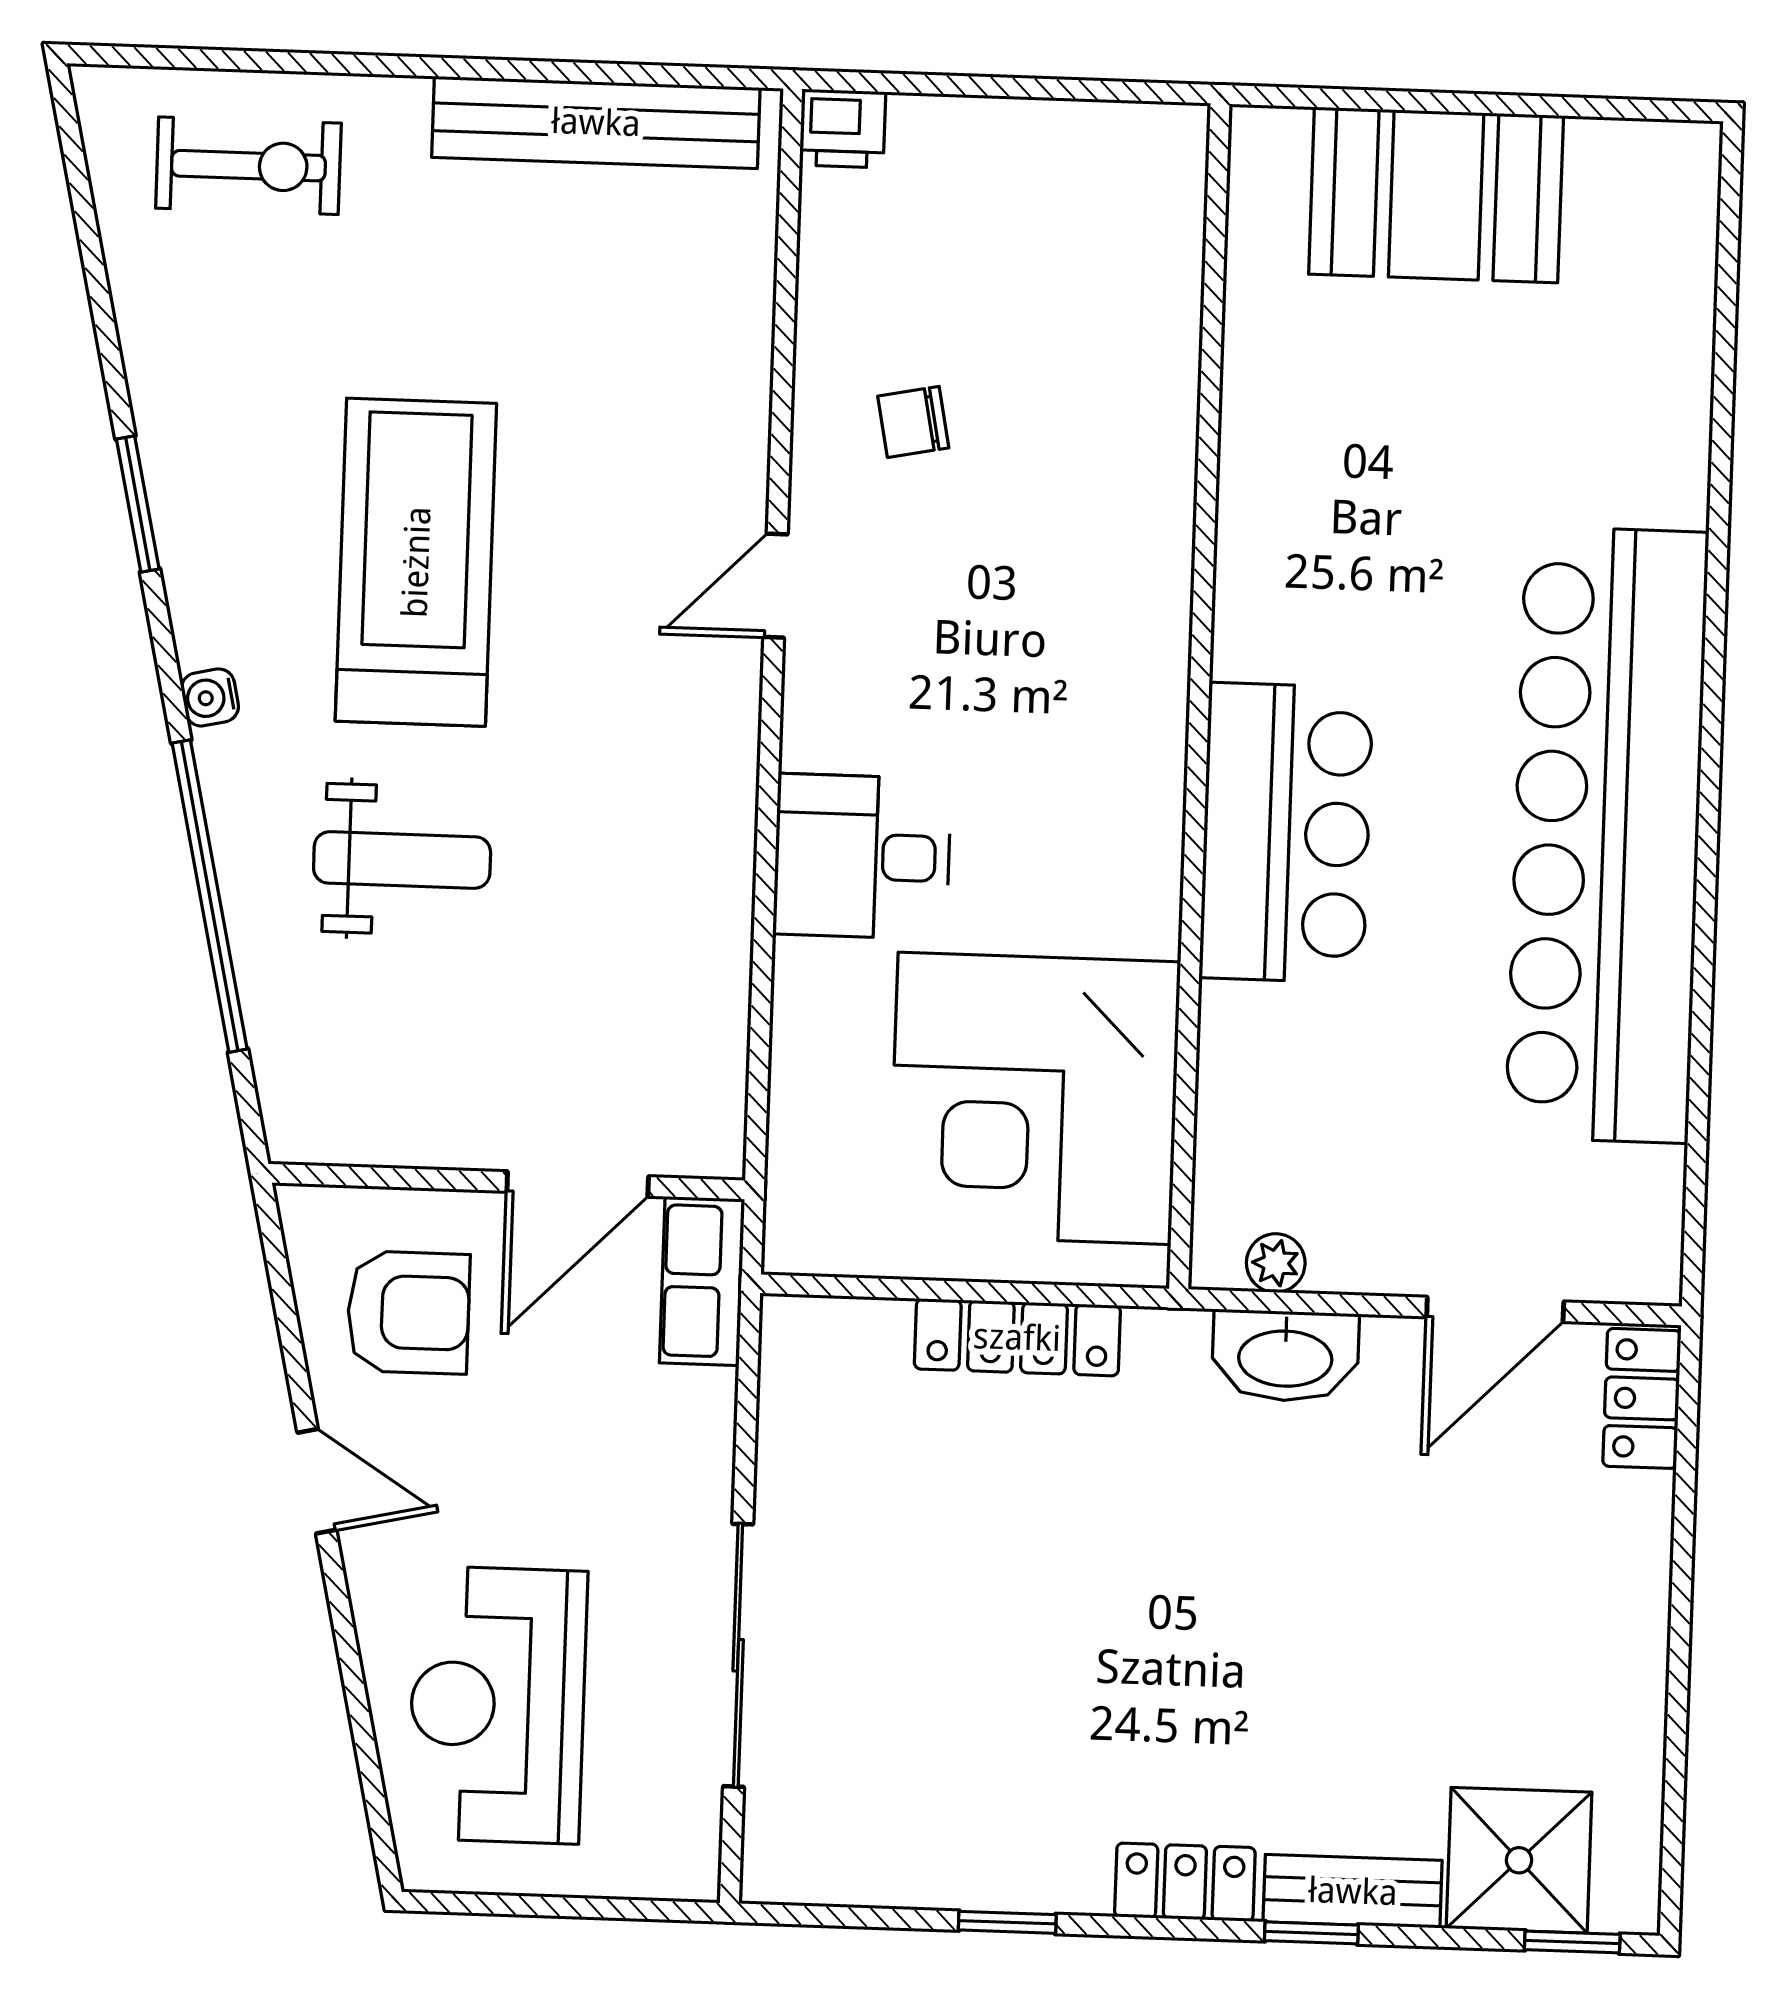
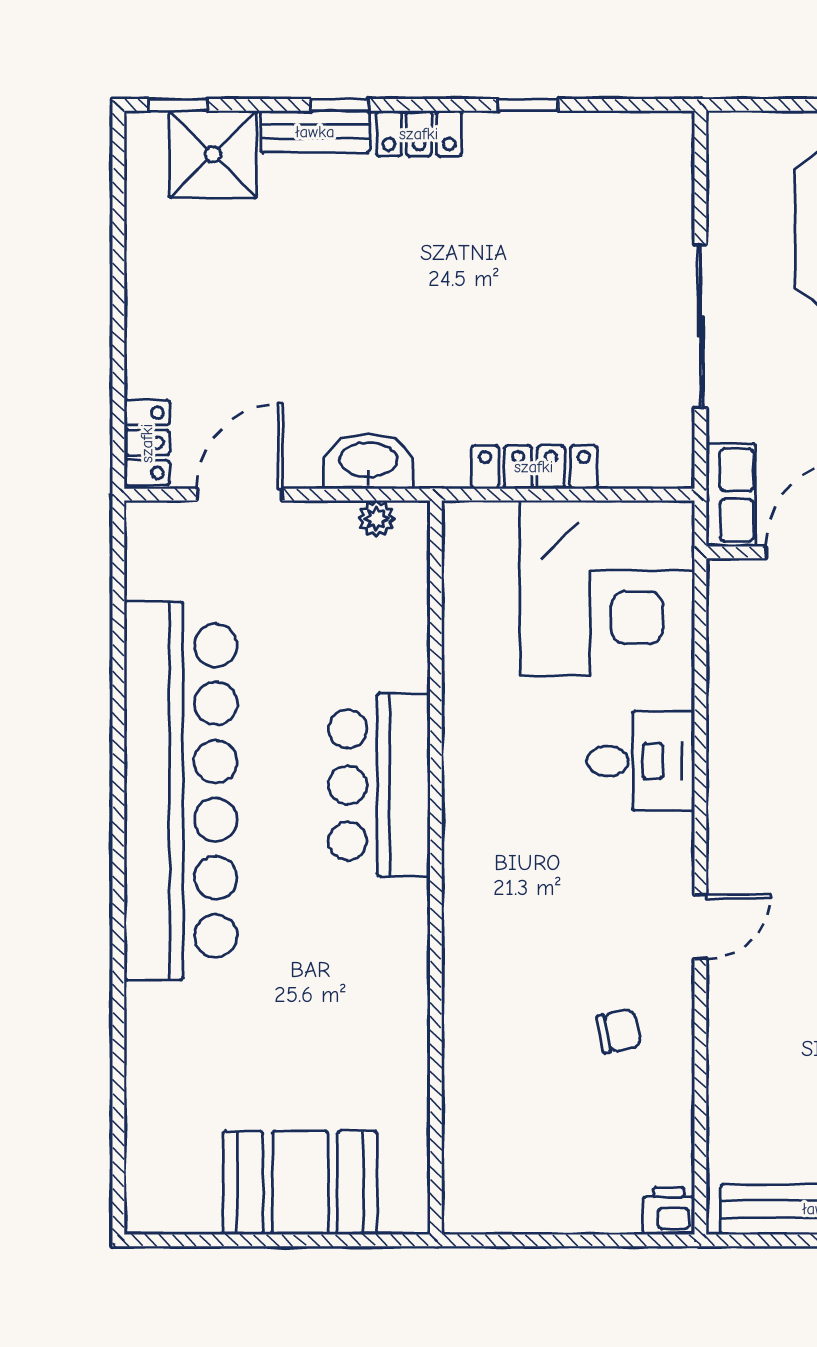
corner desk: (1034, 1098) -> (607, 588), moved, turned 90
sliding door: (738, 1655) -> (700, 326), moved

